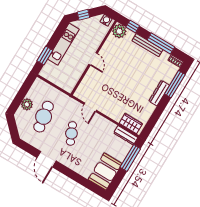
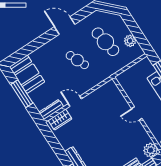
plant: (27, 104) -> (130, 41), moved
door: (90, 107) -> (75, 101), moved
window: (130, 158) -> (22, 94), moved

